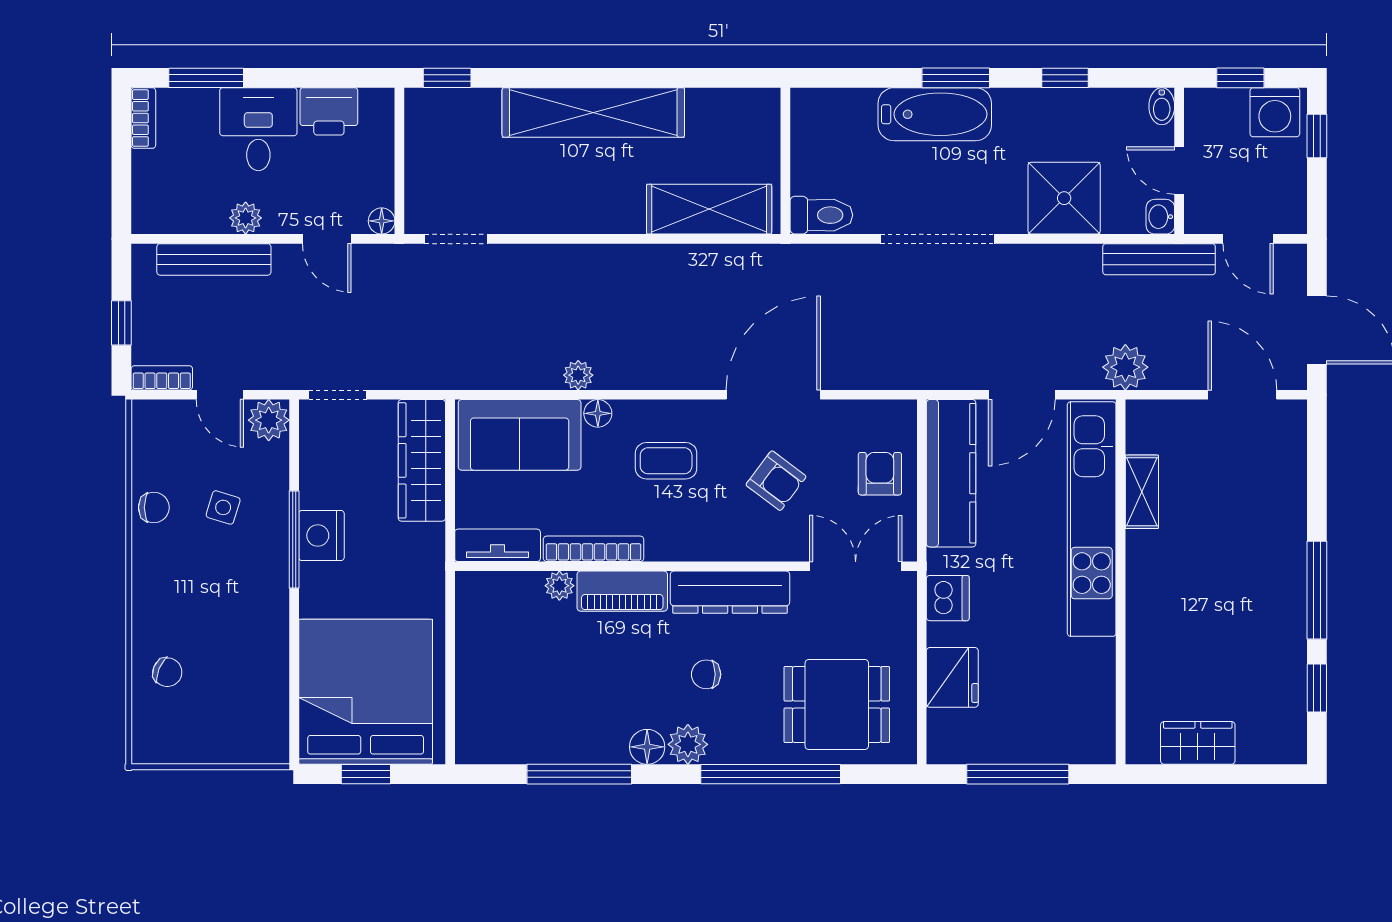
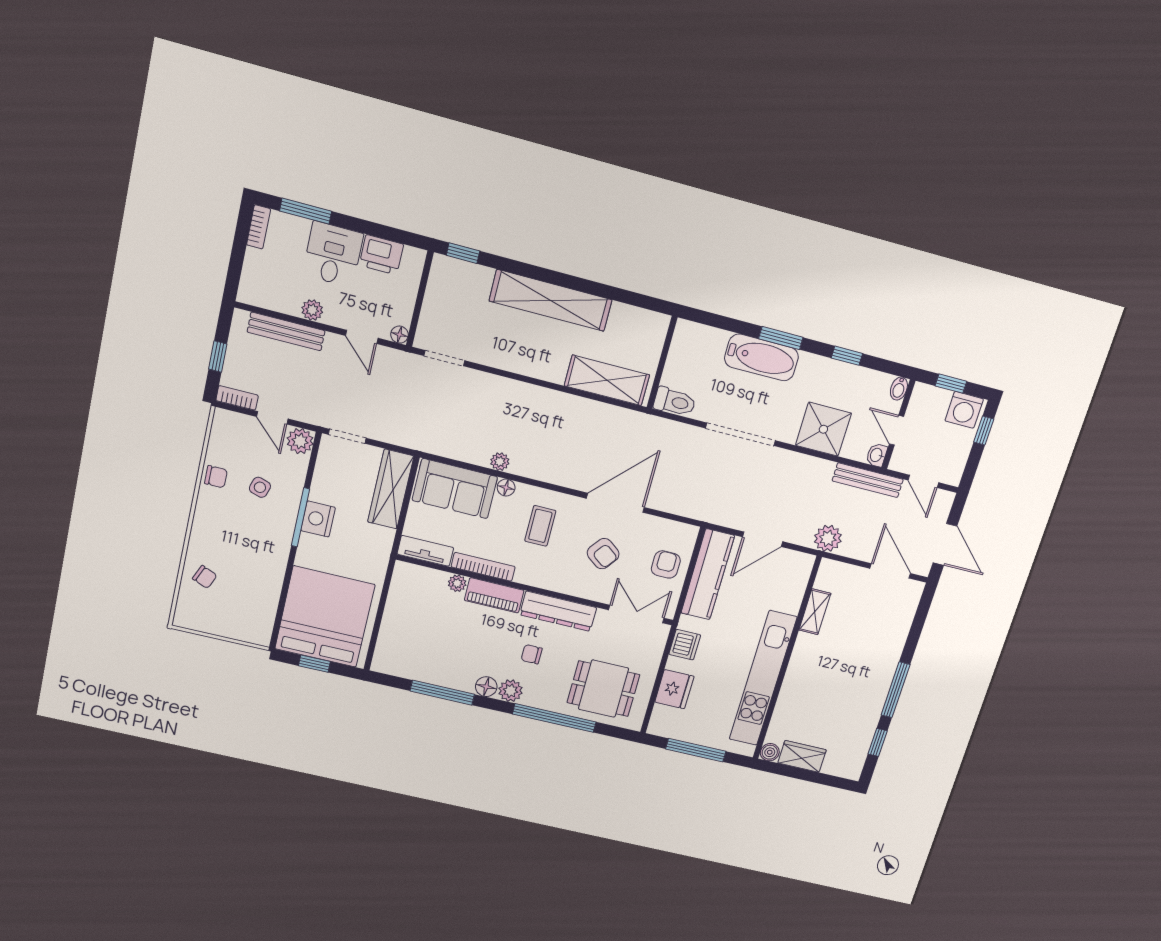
coffee table: (666, 461) -> (540, 526), turned 90
kitchen unit: (1092, 519) -> (763, 679), moved
boiler: (1142, 748) -> (770, 752), added

